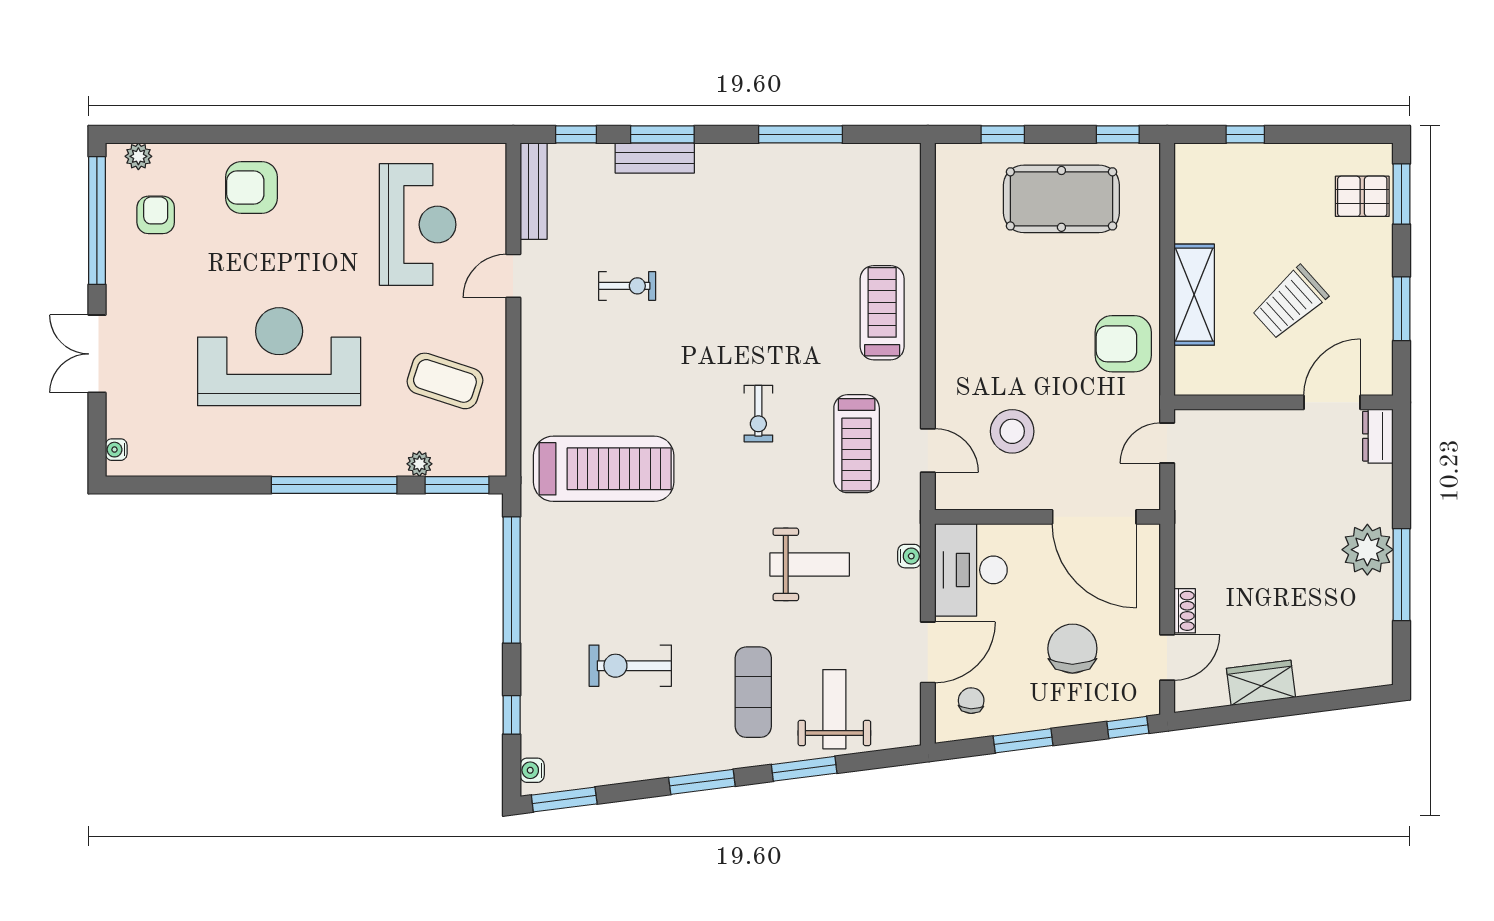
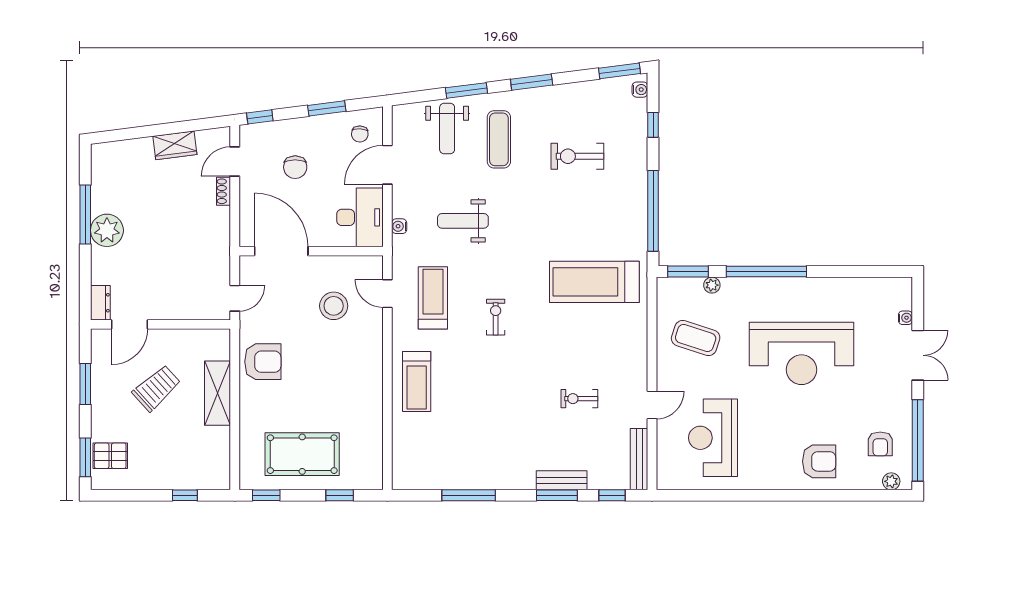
water cooler: (116, 450) -> (905, 318), moved
chair: (1072, 649) -> (295, 167), width x0.73, depth x0.73
exercise bike: (630, 666) -> (577, 156), turned 180

